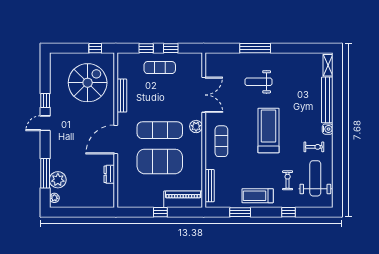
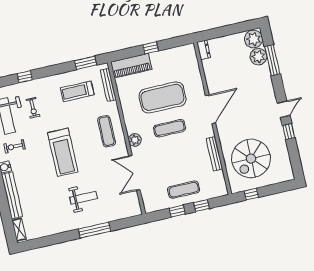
exercise mat: (160, 130) -> (170, 128), width x0.73, depth x0.69
dresser: (109, 174) -> (204, 50), moved
treadmill: (258, 196) -> (77, 91), moved, turned 180
plant: (54, 198) -> (254, 39), width x1.87, depth x1.87
window: (240, 212) -> (86, 63), moved

